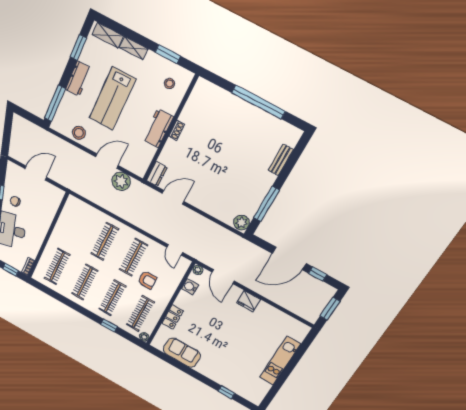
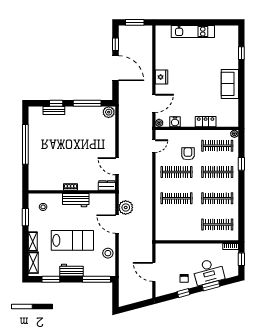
window: (288, 167) -> (56, 103), added
sofa: (182, 353) -> (230, 84), moved

